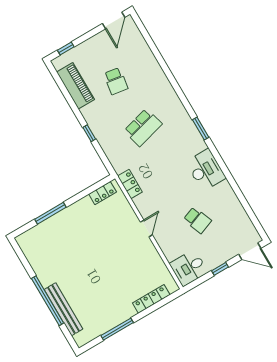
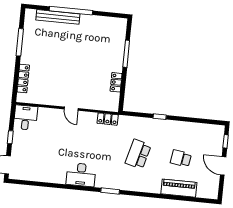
door: (114, 20) -> (223, 166), moved
piano: (76, 86) -> (179, 188), moved, turned 180
school desk: (143, 127) -> (138, 154), turned 30
locker: (103, 193) -> (116, 82), moved
school desk: (197, 220) -> (52, 146), removed

